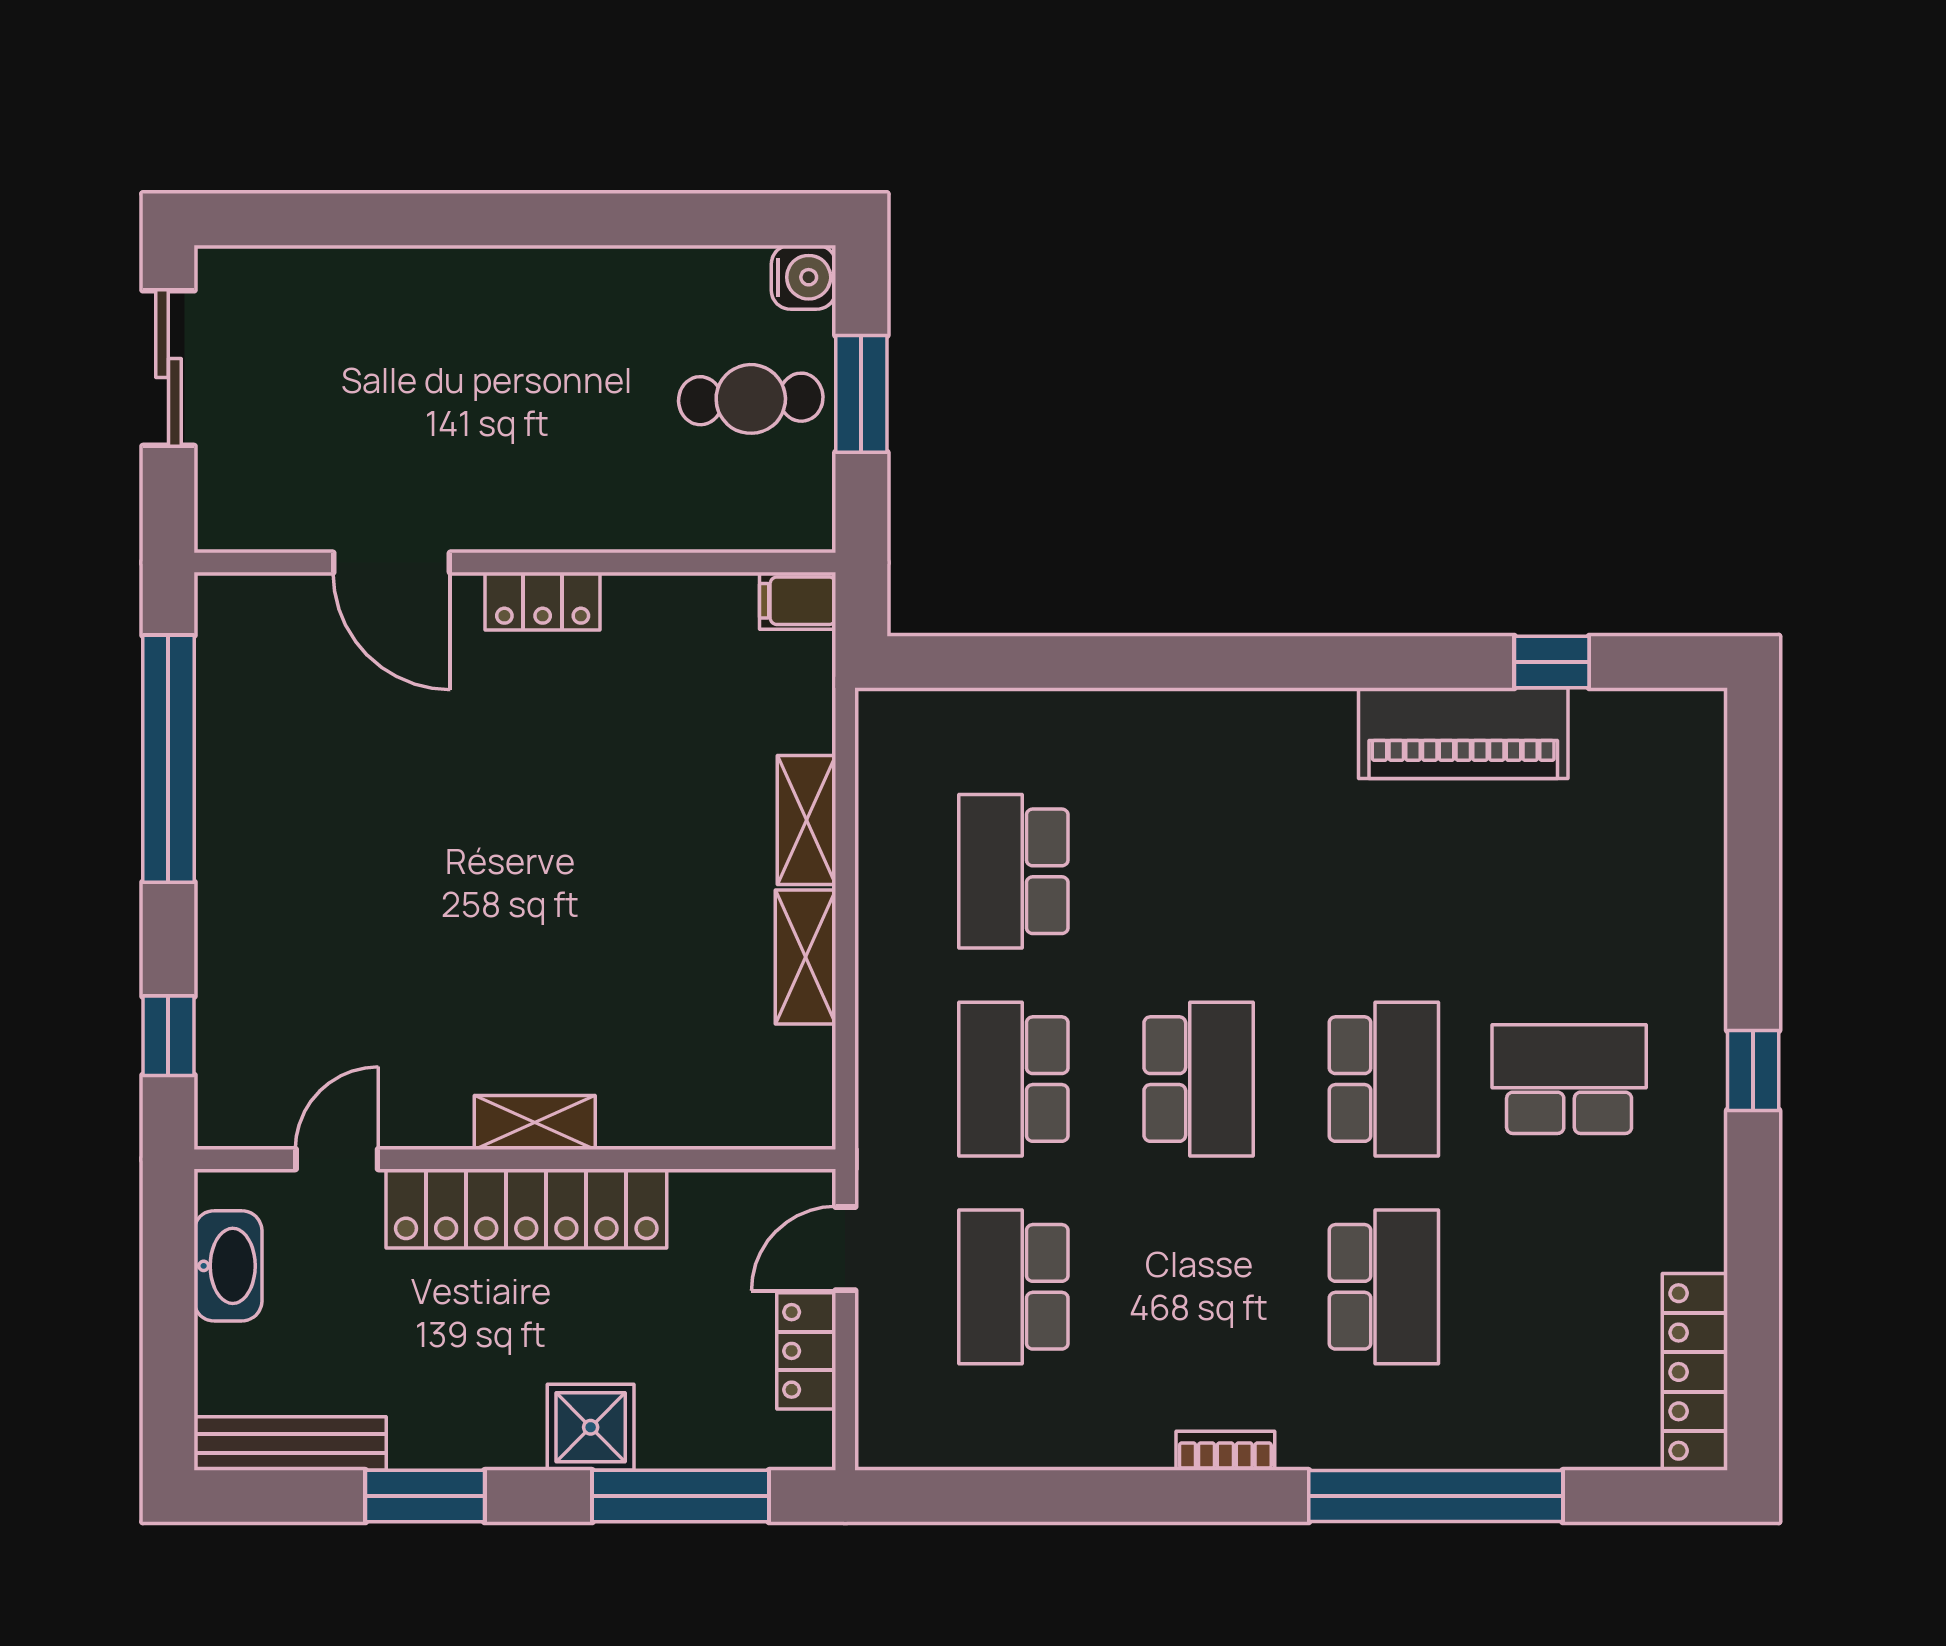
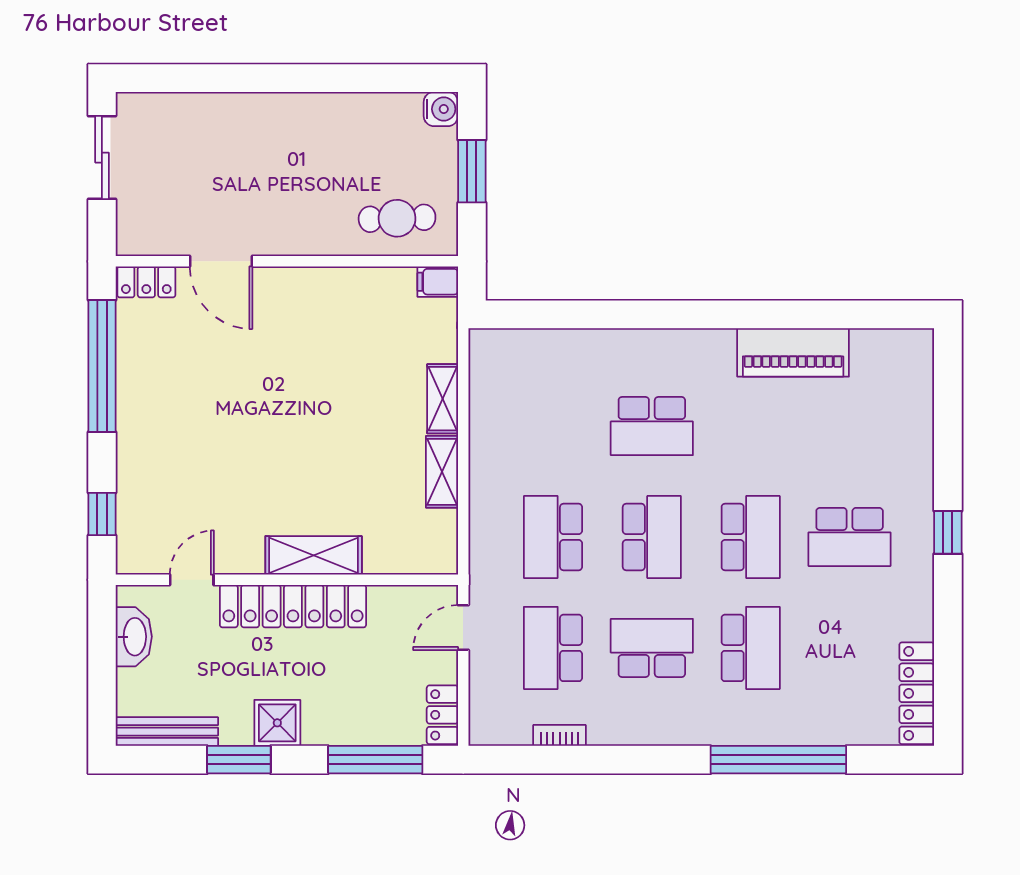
cafe table: (751, 399) -> (397, 218), moved
locker: (543, 601) -> (146, 282), moved
window: (1552, 662) -> (840, 314), removed
school desk: (1013, 871) -> (652, 426), moved, turned -90
school desk: (1569, 1079) -> (850, 537), turned 180
shelving: (535, 1122) -> (314, 555), width x1.50, depth x1.33
school desk: (1199, 1287) -> (652, 648), added
locker: (806, 1351) -> (442, 715), moved
shower: (591, 1427) -> (277, 723), moved
bookcase: (1225, 1451) -> (560, 735), moved

